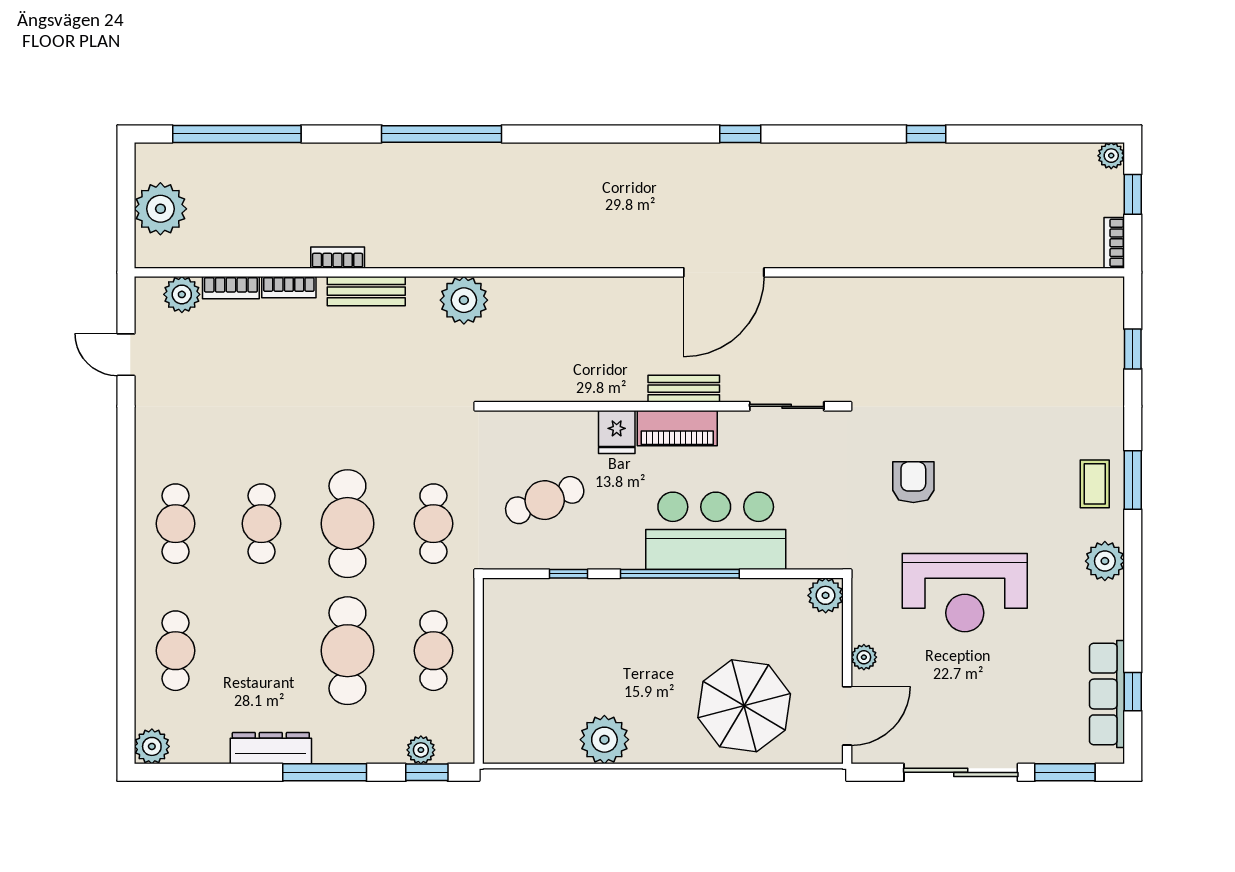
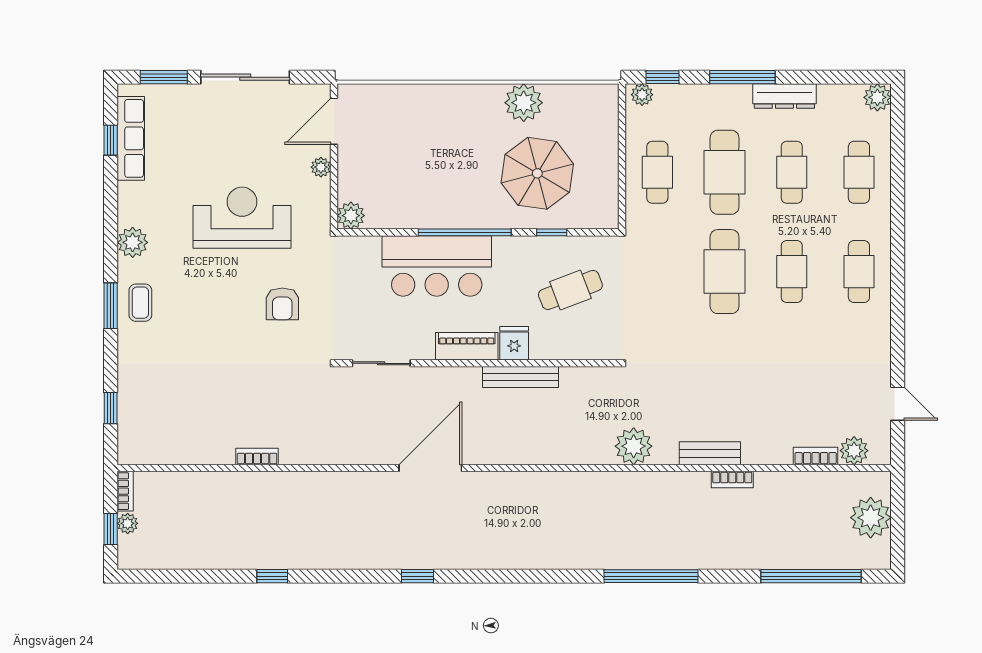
plant: (1111, 156) -> (128, 523), moved
bookcase: (289, 287) -> (257, 456), moved
bench: (684, 389) -> (521, 377), moved, width x1.36
cafe table: (433, 524) -> (792, 172), moved
parasol: (744, 706) -> (537, 173), moved
plant: (421, 750) -> (642, 95), moved

